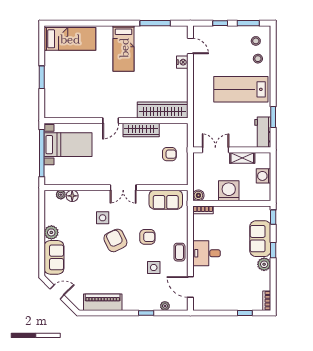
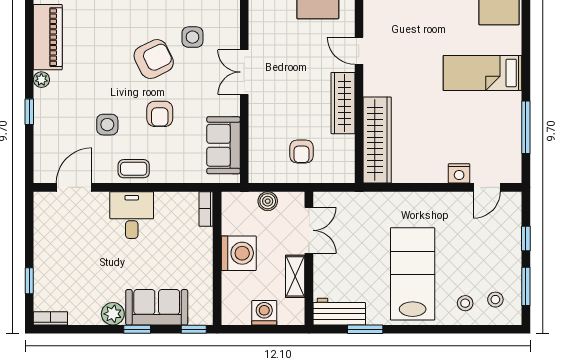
boiler: (198, 195) -> (268, 201), moved
plant: (165, 306) -> (41, 80), moved

